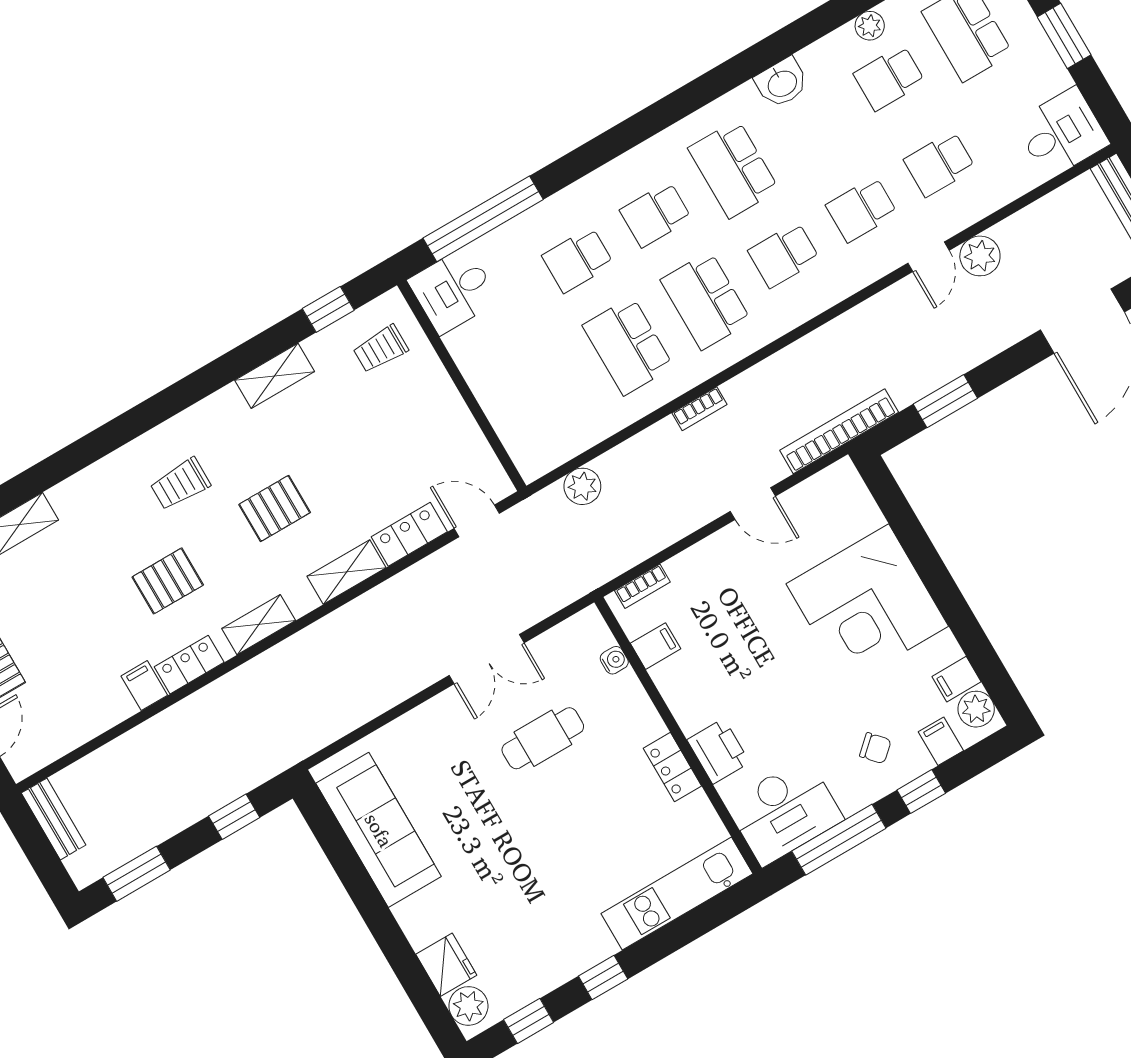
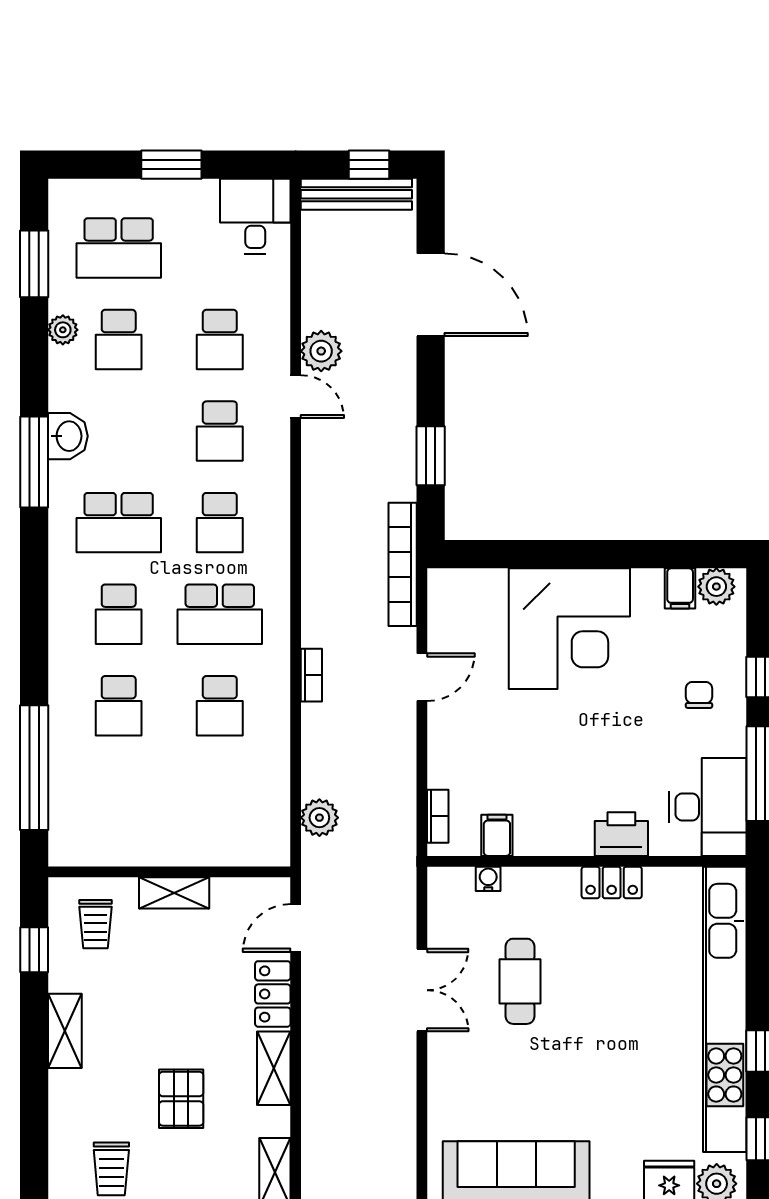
window: (743, 67) -> (34, 462), added
desk: (453, 290) -> (82, 830), removed
school desk: (628, 346) -> (220, 706), width x0.54
shelving: (446, 400) -> (174, 893), added
filing cabinet: (941, 741) -> (727, 634), removed
chair: (875, 748) -> (699, 695), turned -48
kitchen unit: (677, 894) -> (725, 1009), width x1.86

